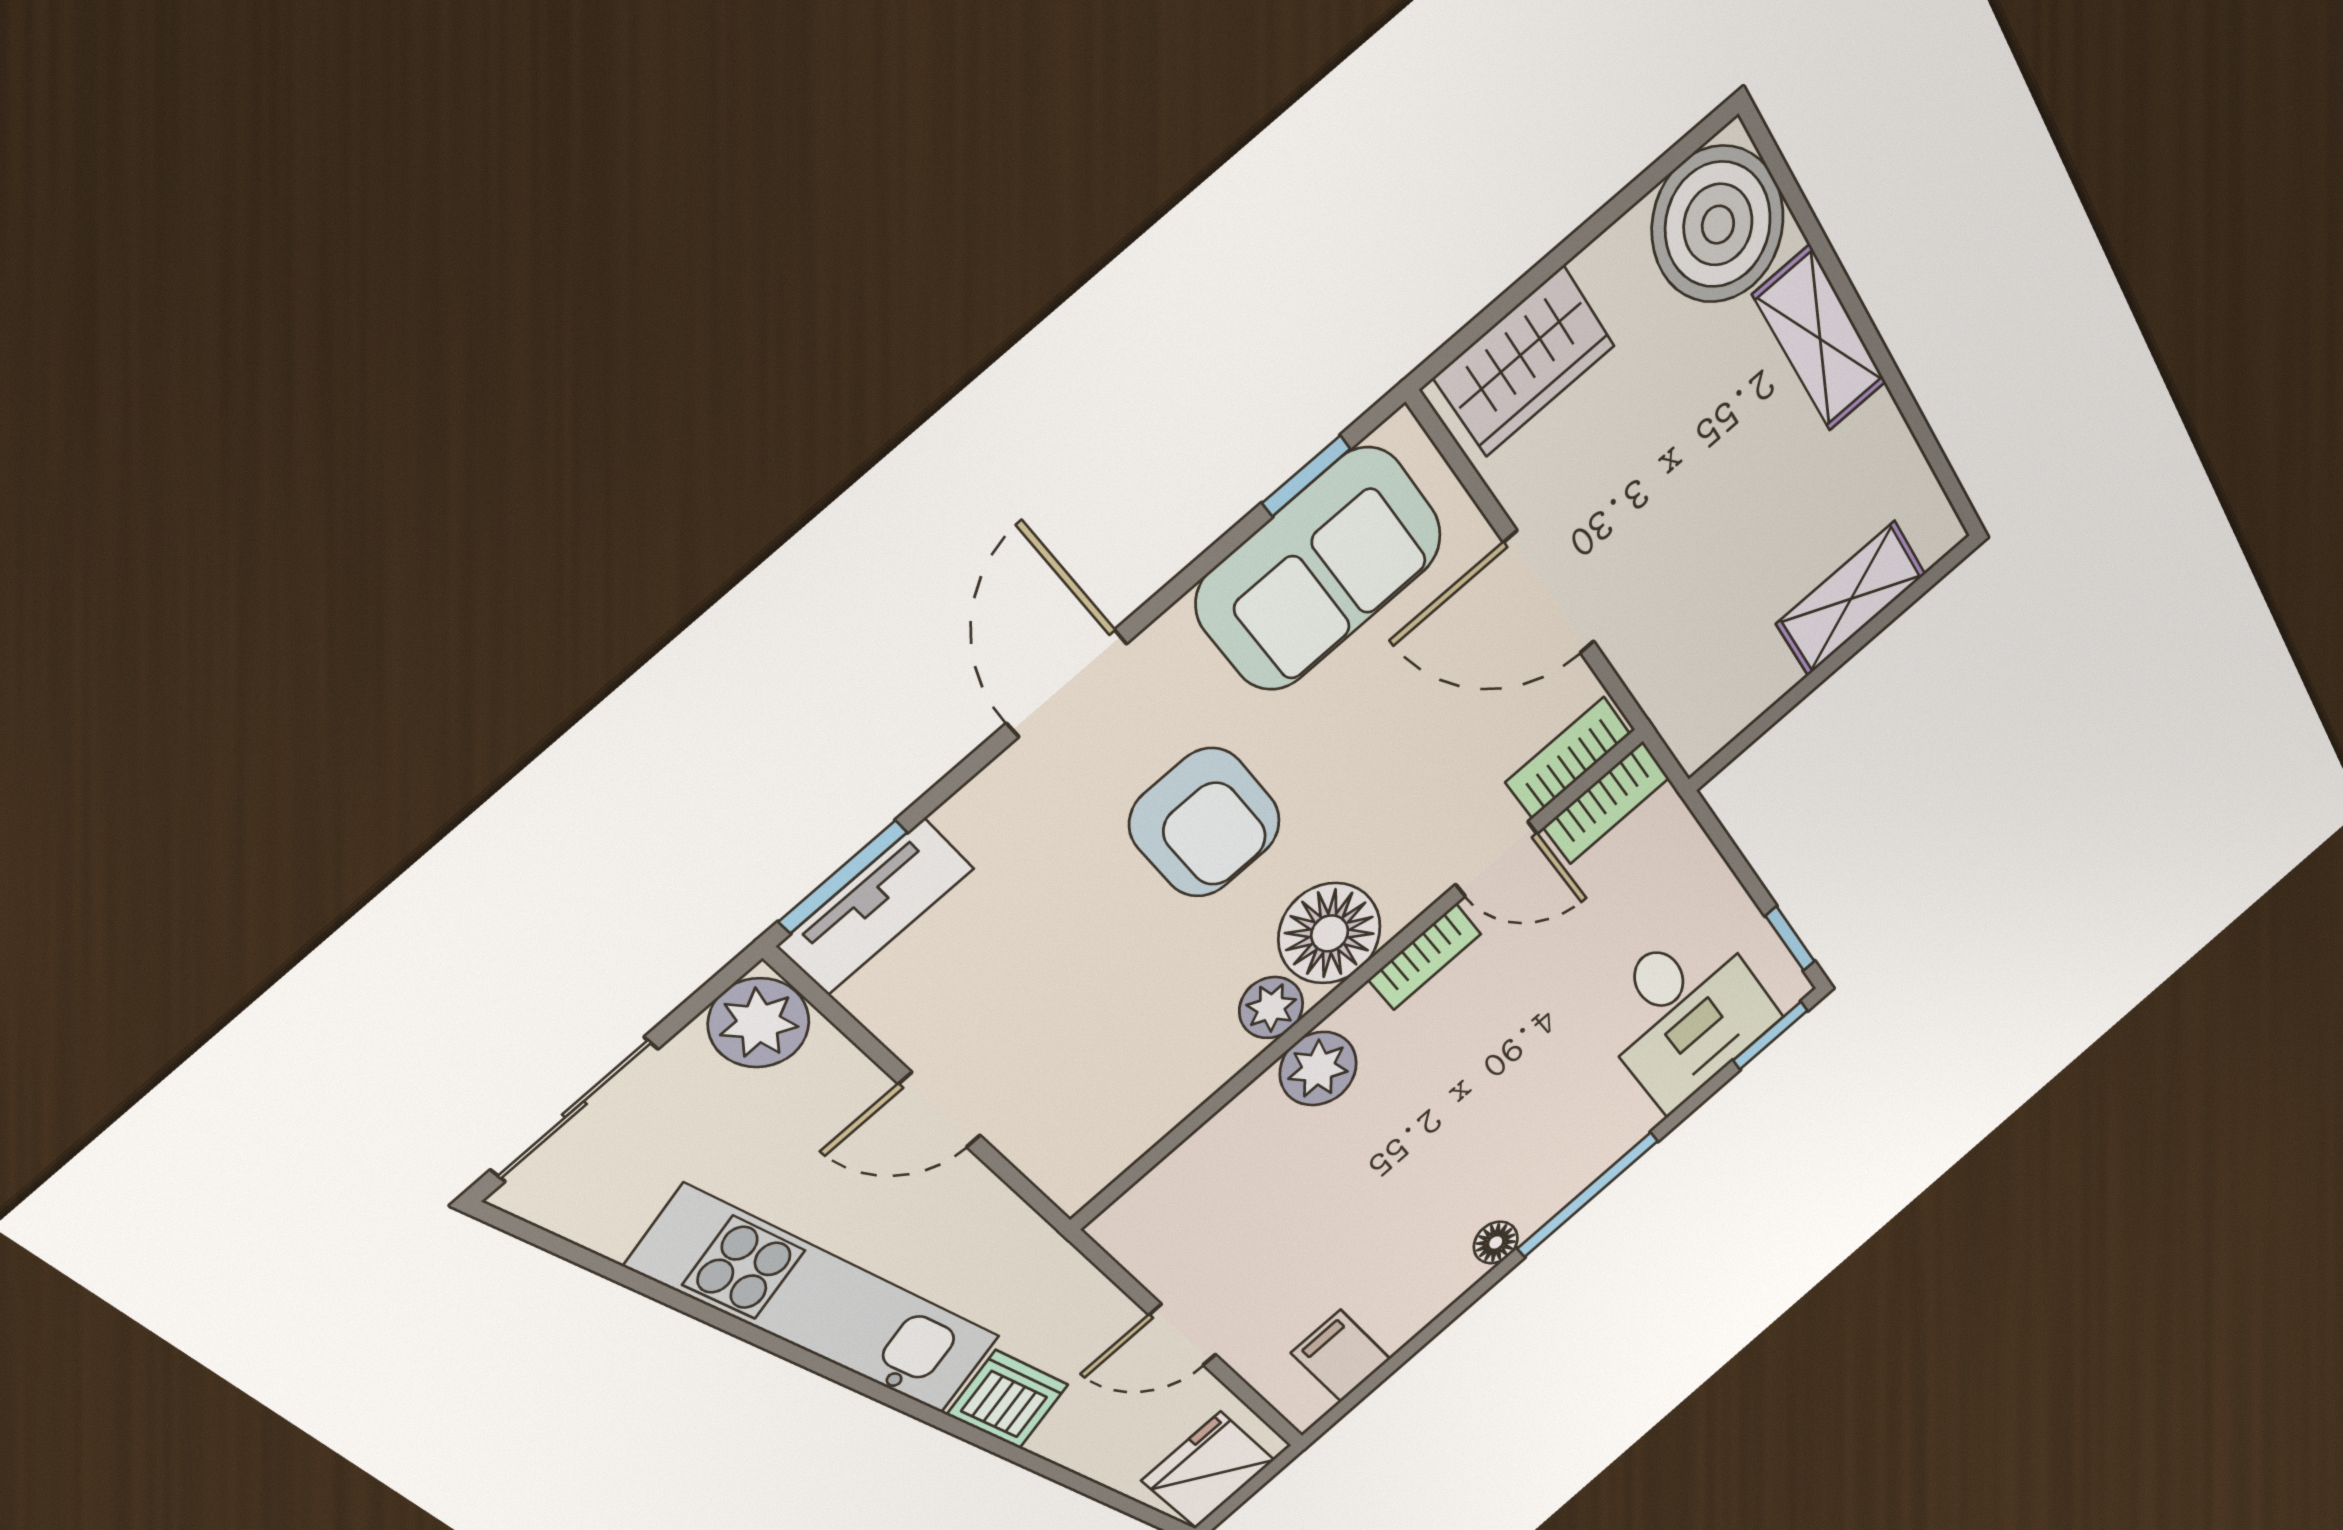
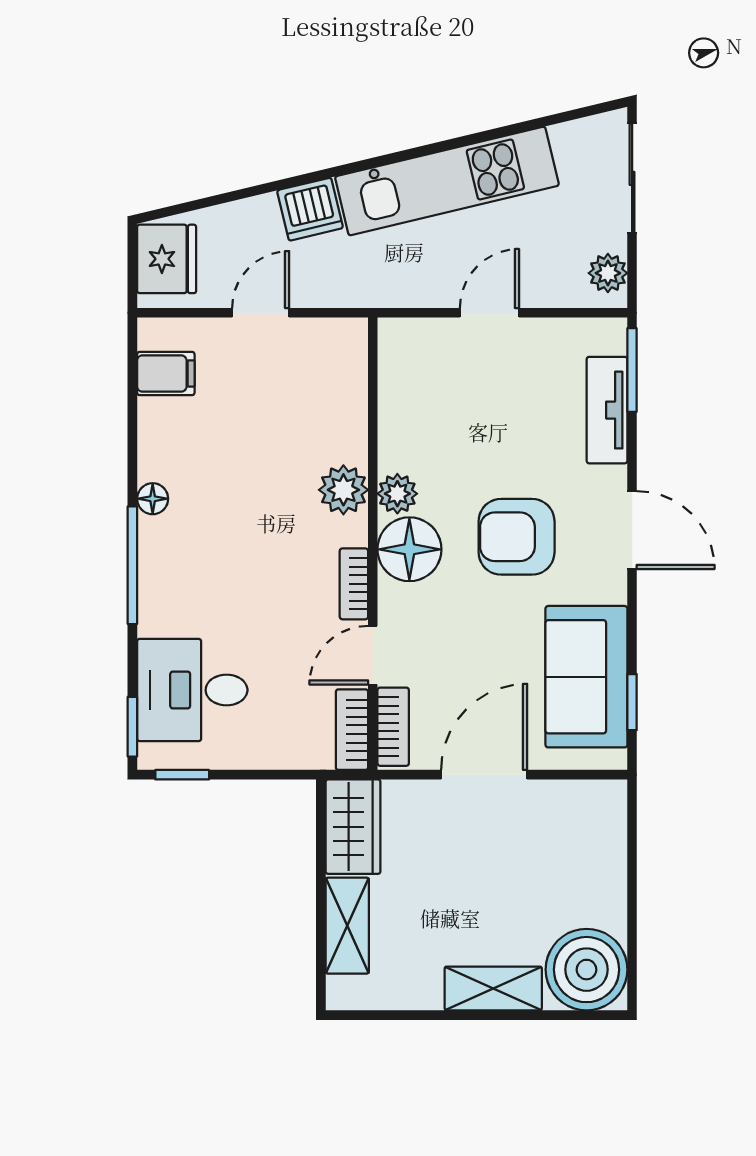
wardrobe: (1524, 362) -> (353, 827), moved, turned 180
tv unit: (876, 907) -> (607, 410), moved
plant: (759, 1023) -> (608, 273), width x0.73, depth x0.73

